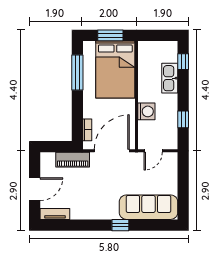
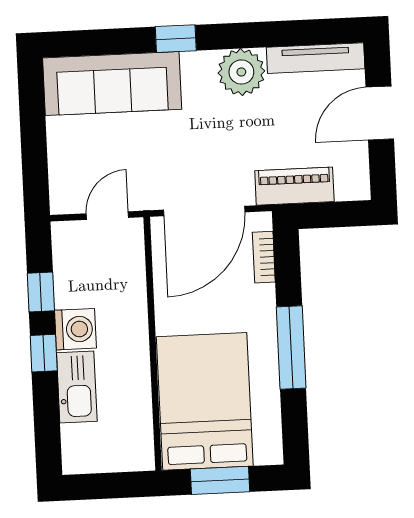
window: (183, 62) -> (44, 353), moved
window: (77, 73) -> (291, 347), moved
washing machine: (146, 111) -> (75, 329), moved, turned 180
plant: (93, 210) -> (241, 72), added
tv unit: (55, 214) -> (316, 58), width x1.41

